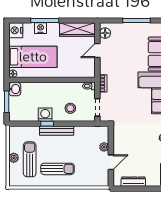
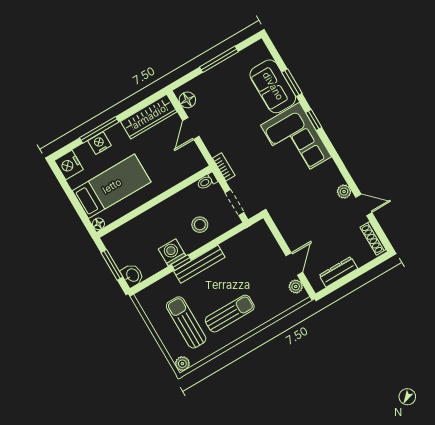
washbasin: (15, 89) -> (132, 275), moved
plant: (104, 147) -> (296, 286), moved
plant: (14, 158) -> (182, 364), moved

